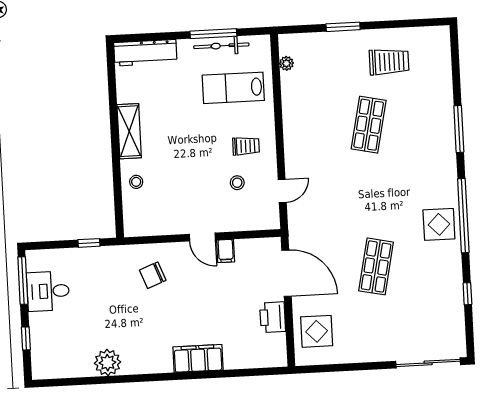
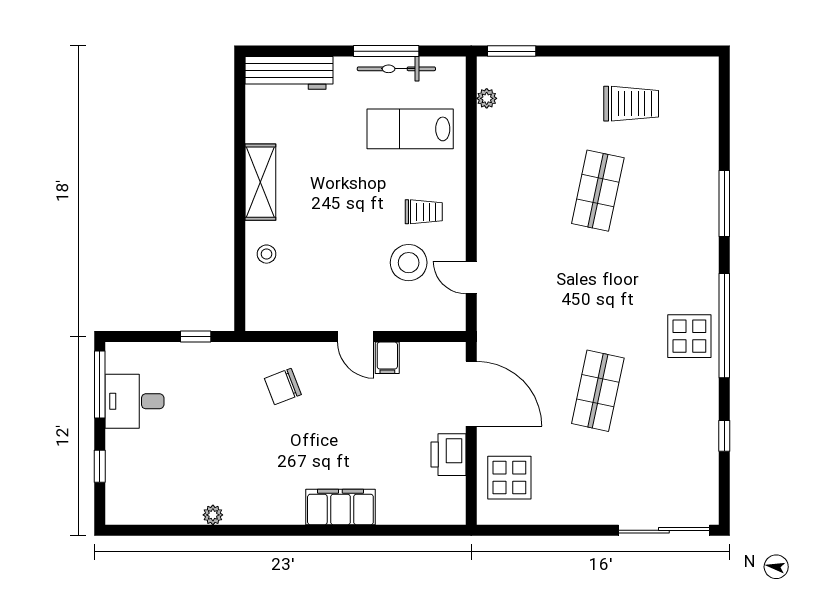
window: (343, 27) -> (512, 51), moved
stool: (237, 183) -> (409, 263), width x1.89, depth x1.89
door: (282, 191) -> (471, 278), swing flipped
plant: (108, 363) -> (213, 515), width x0.53, depth x0.53

